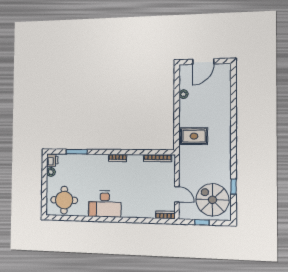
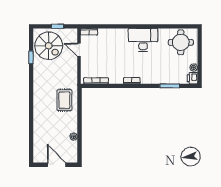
door: (203, 62) -> (57, 165), hinge flipped
rug: (194, 136) -> (64, 100), turned 90

